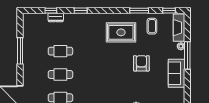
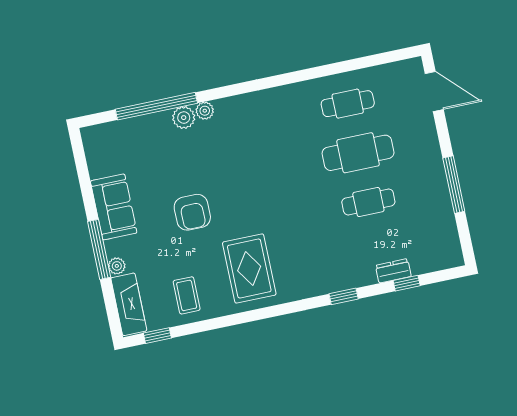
window: (139, 11) -> (221, 322), removed
rug: (121, 32) -> (249, 269), turned 90
cafe table: (60, 74) -> (358, 153), width x1.37, depth x1.35

